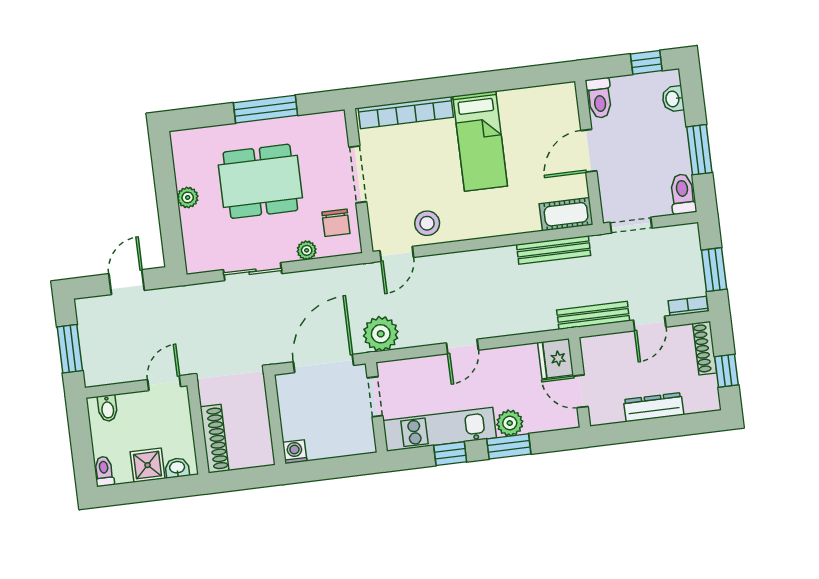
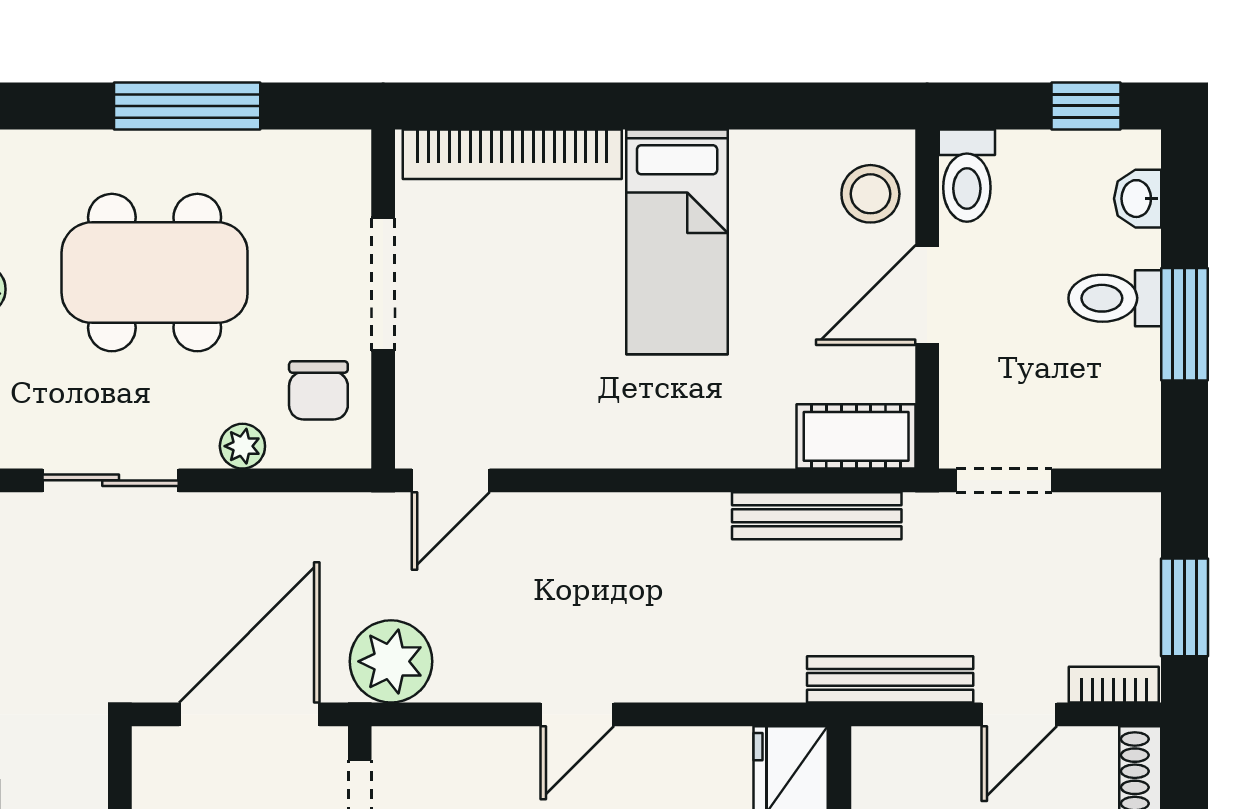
toilet: (683, 194) -> (1115, 298), moved, turned -90
stool: (427, 223) -> (870, 194), moved

